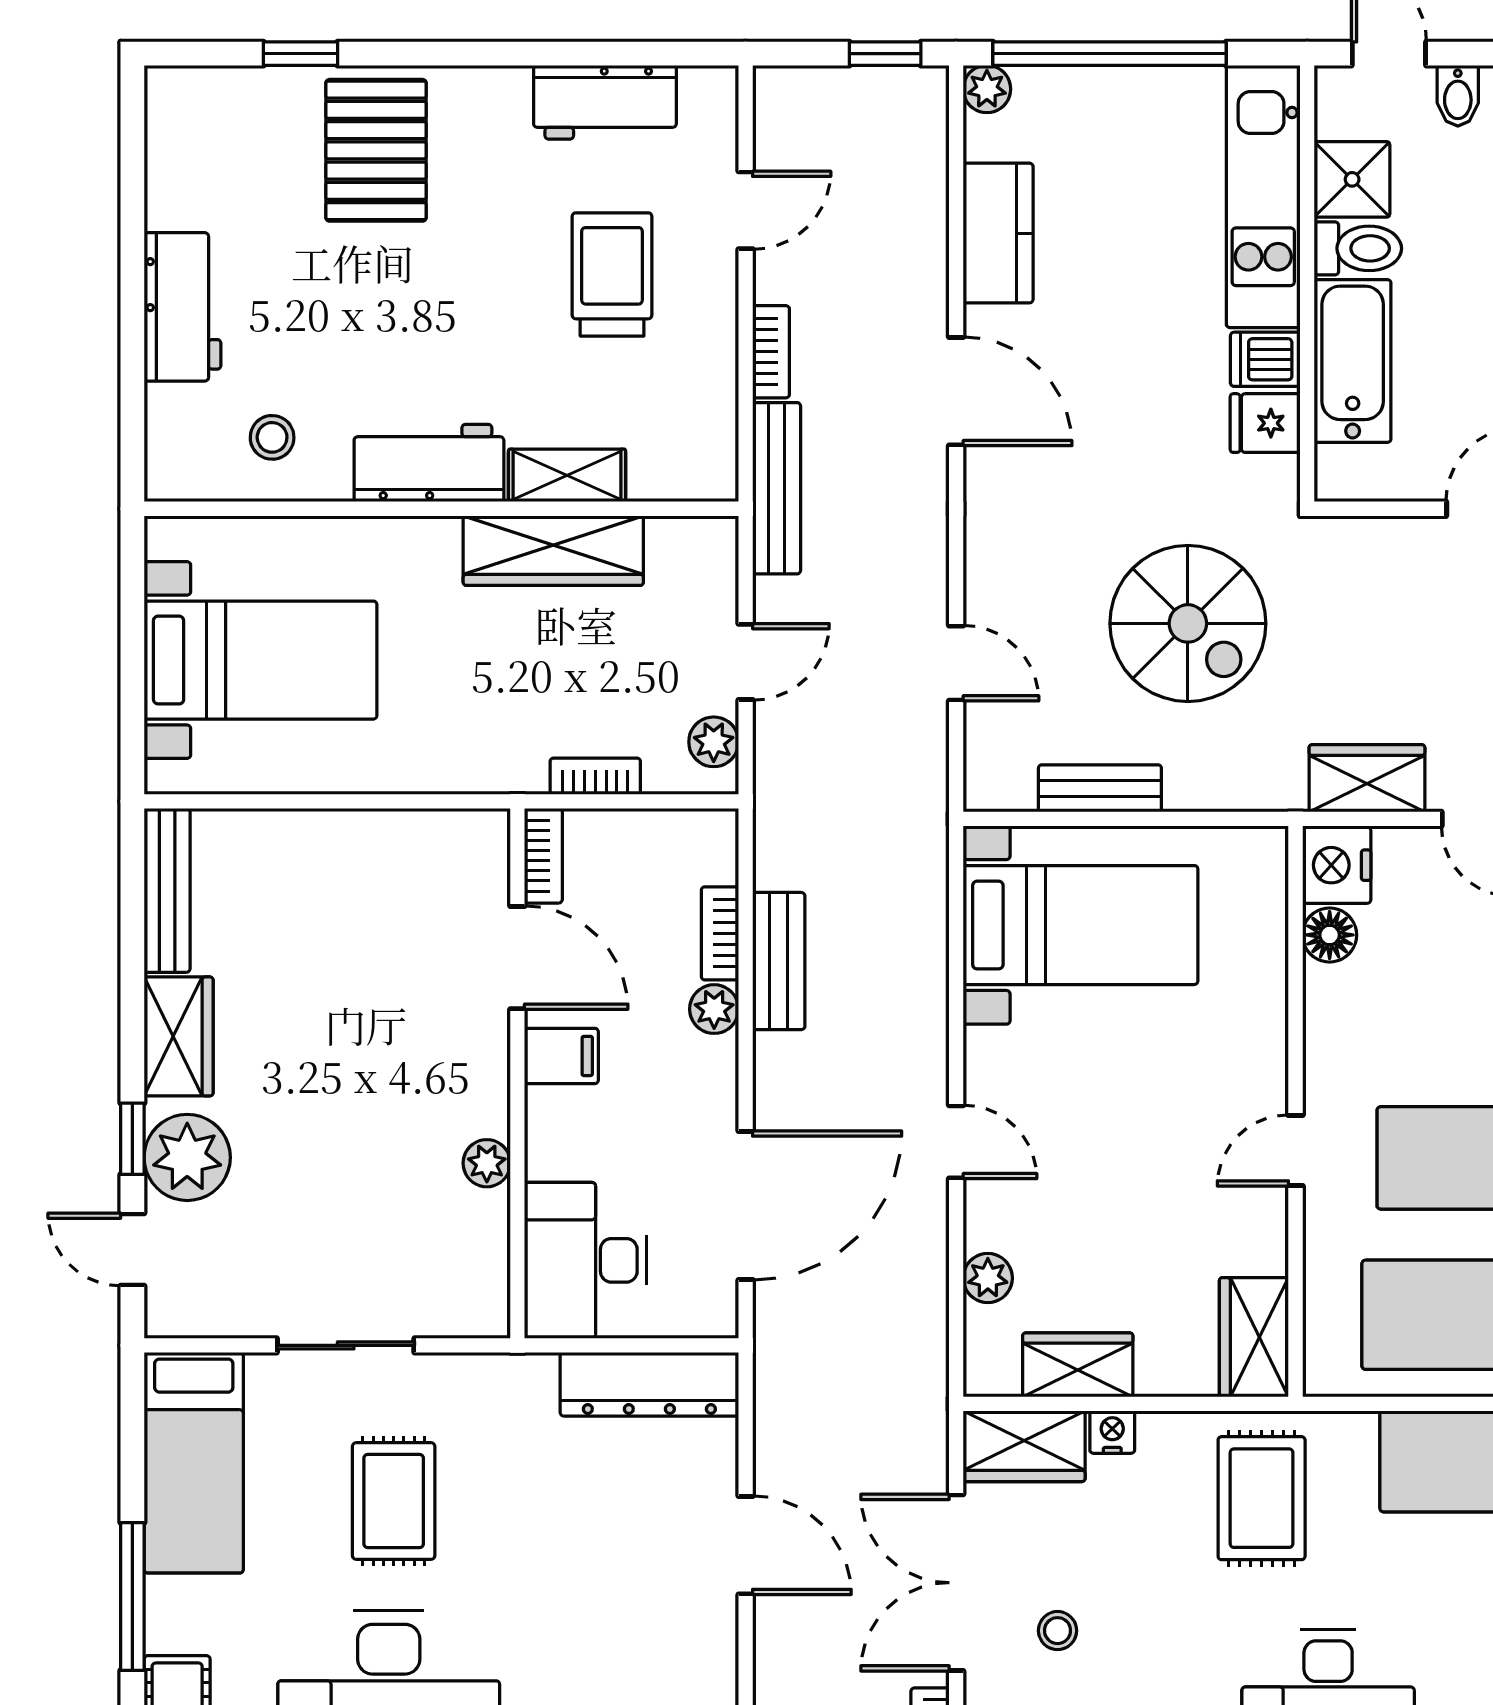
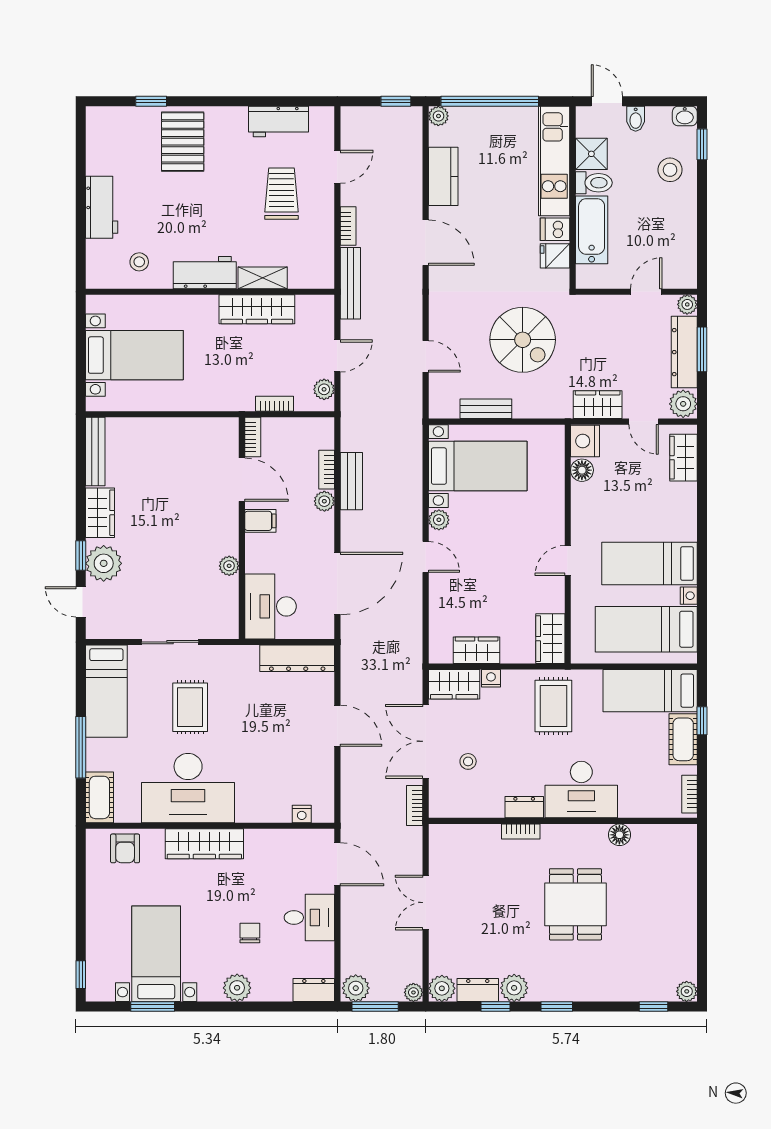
plant: (988, 1278) -> (439, 520), moved

